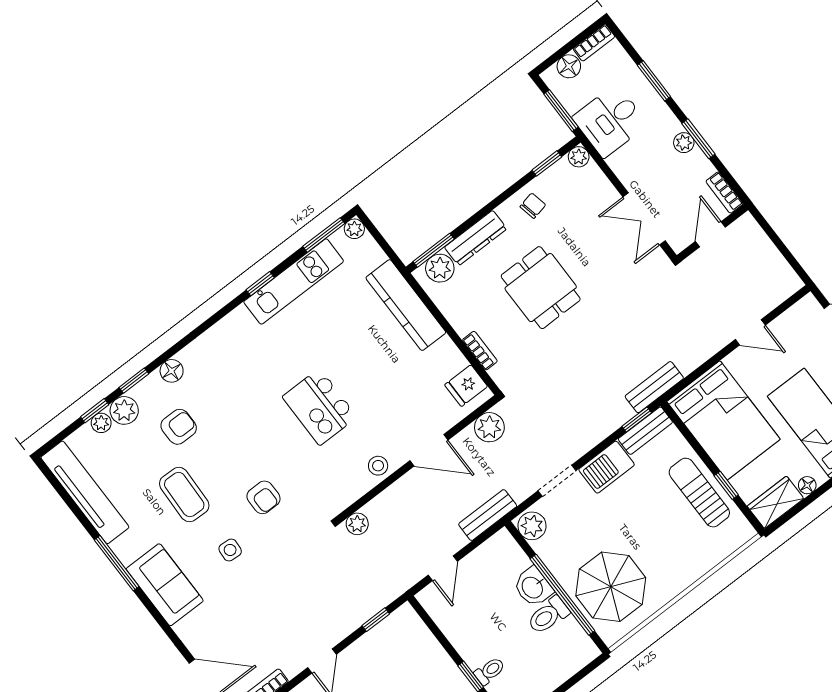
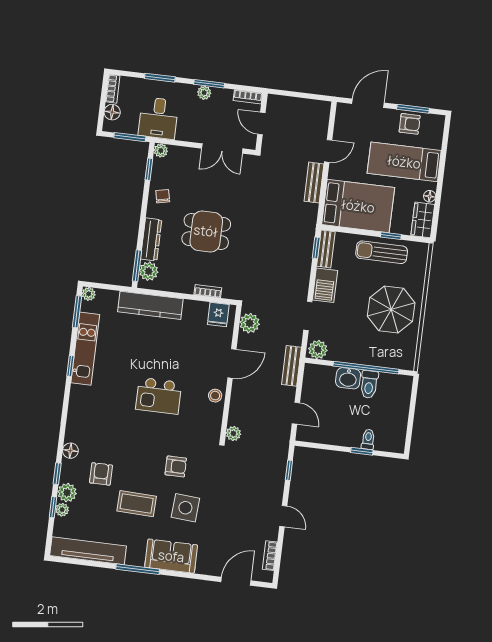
bench: (654, 387) -> (314, 183), moved
side table: (230, 550) -> (185, 508), width x1.87, depth x1.87
parasol: (611, 587) -> (391, 309), moved

